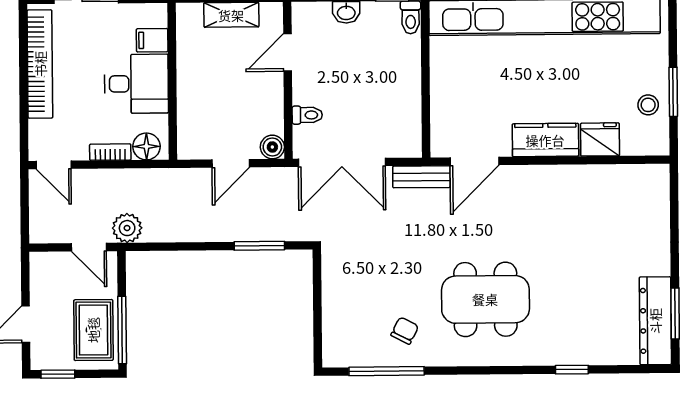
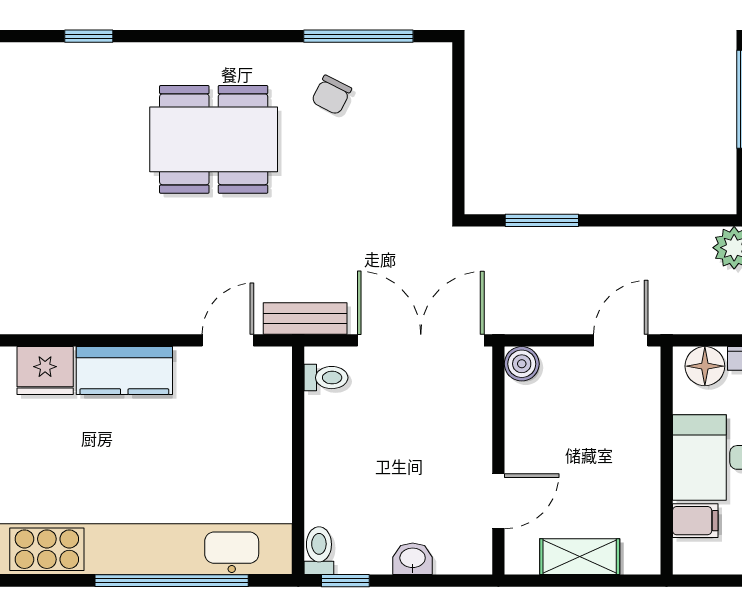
toilet: (307, 115) -> (326, 378), moved, turned 180
door: (474, 161) -> (228, 340), width x0.73
door: (231, 163) -> (621, 340), moved

